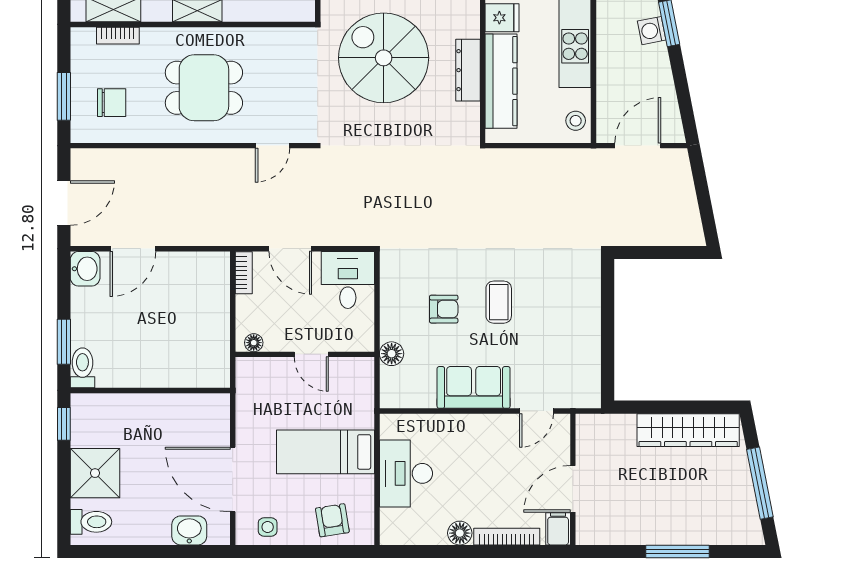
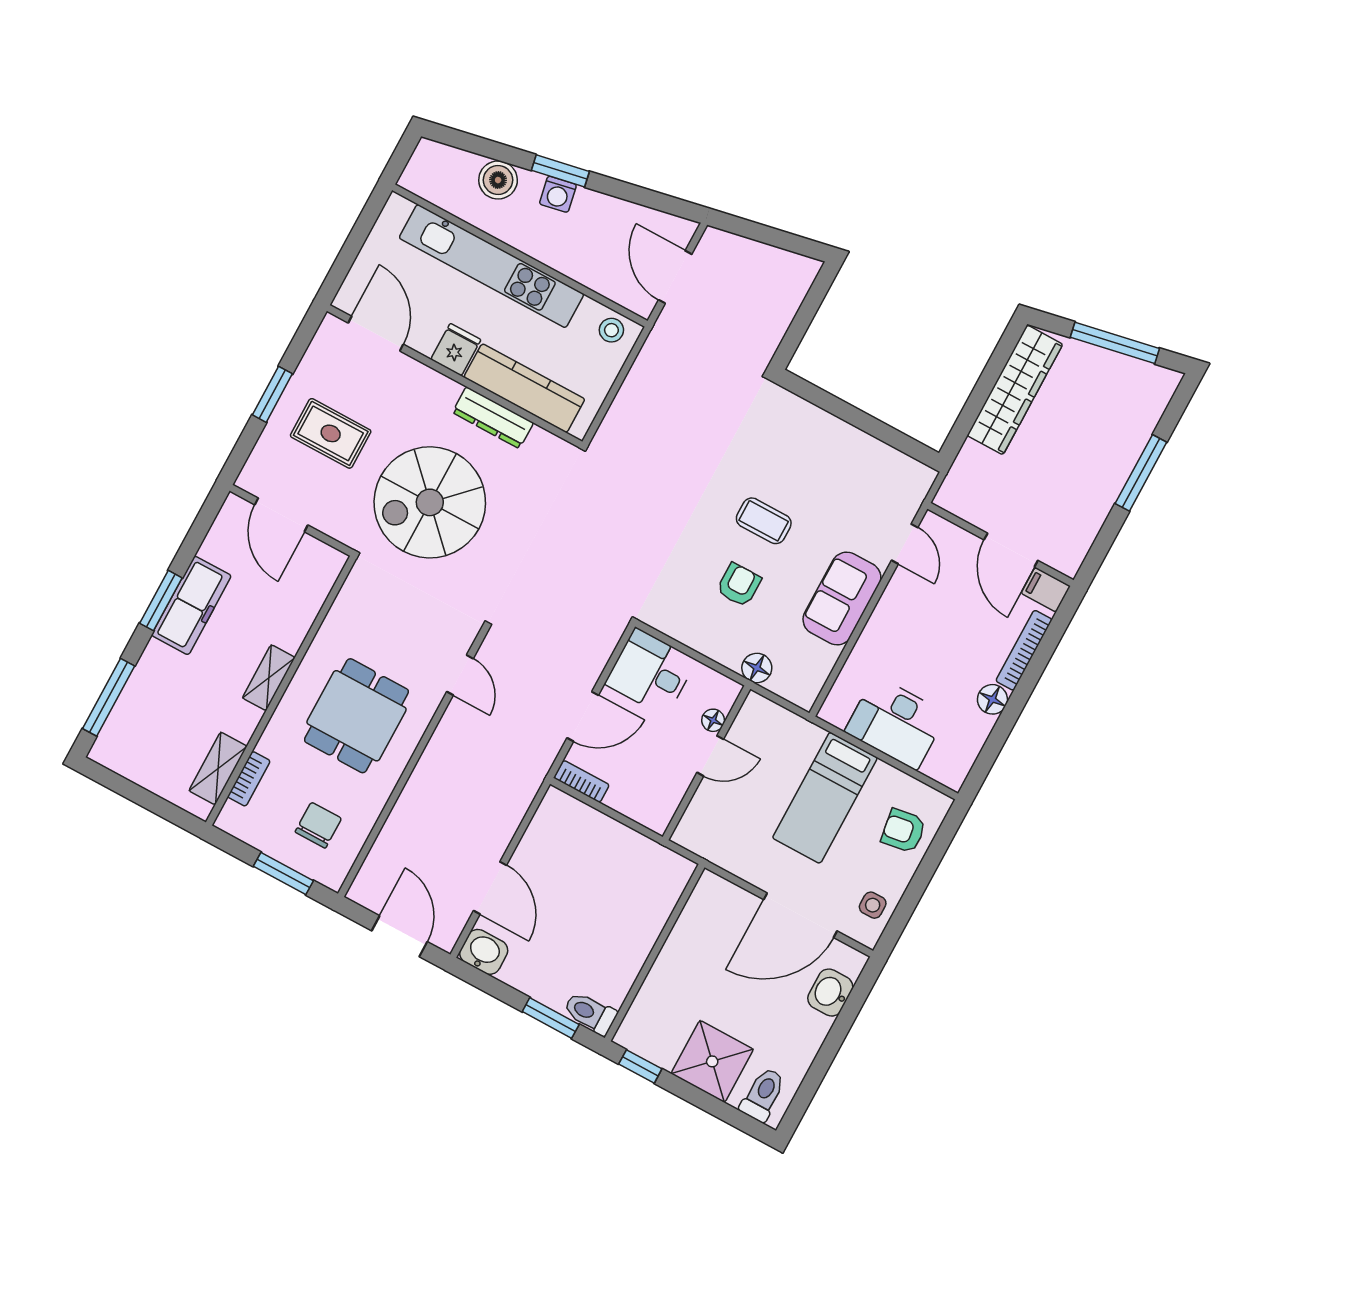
floor lamp: (254, 343) -> (713, 720), moved

